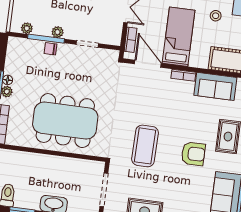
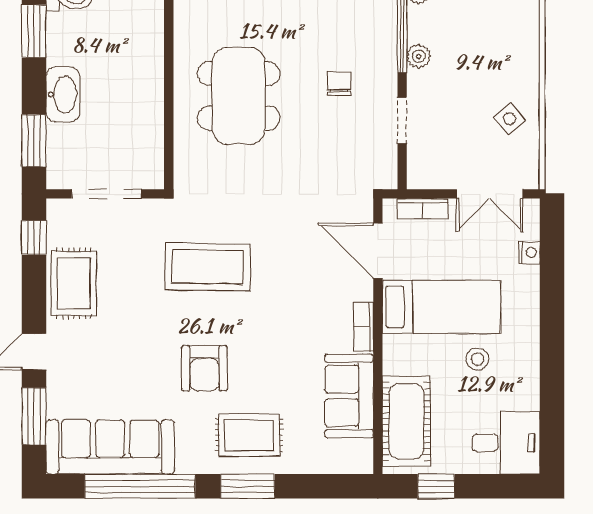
stool: (216, 16) -> (477, 359), moved
chair: (50, 49) -> (339, 84), moved
door: (148, 64) -> (378, 251), swing flipped
dining table: (65, 121) -> (239, 96), width x0.73, depth x0.80

